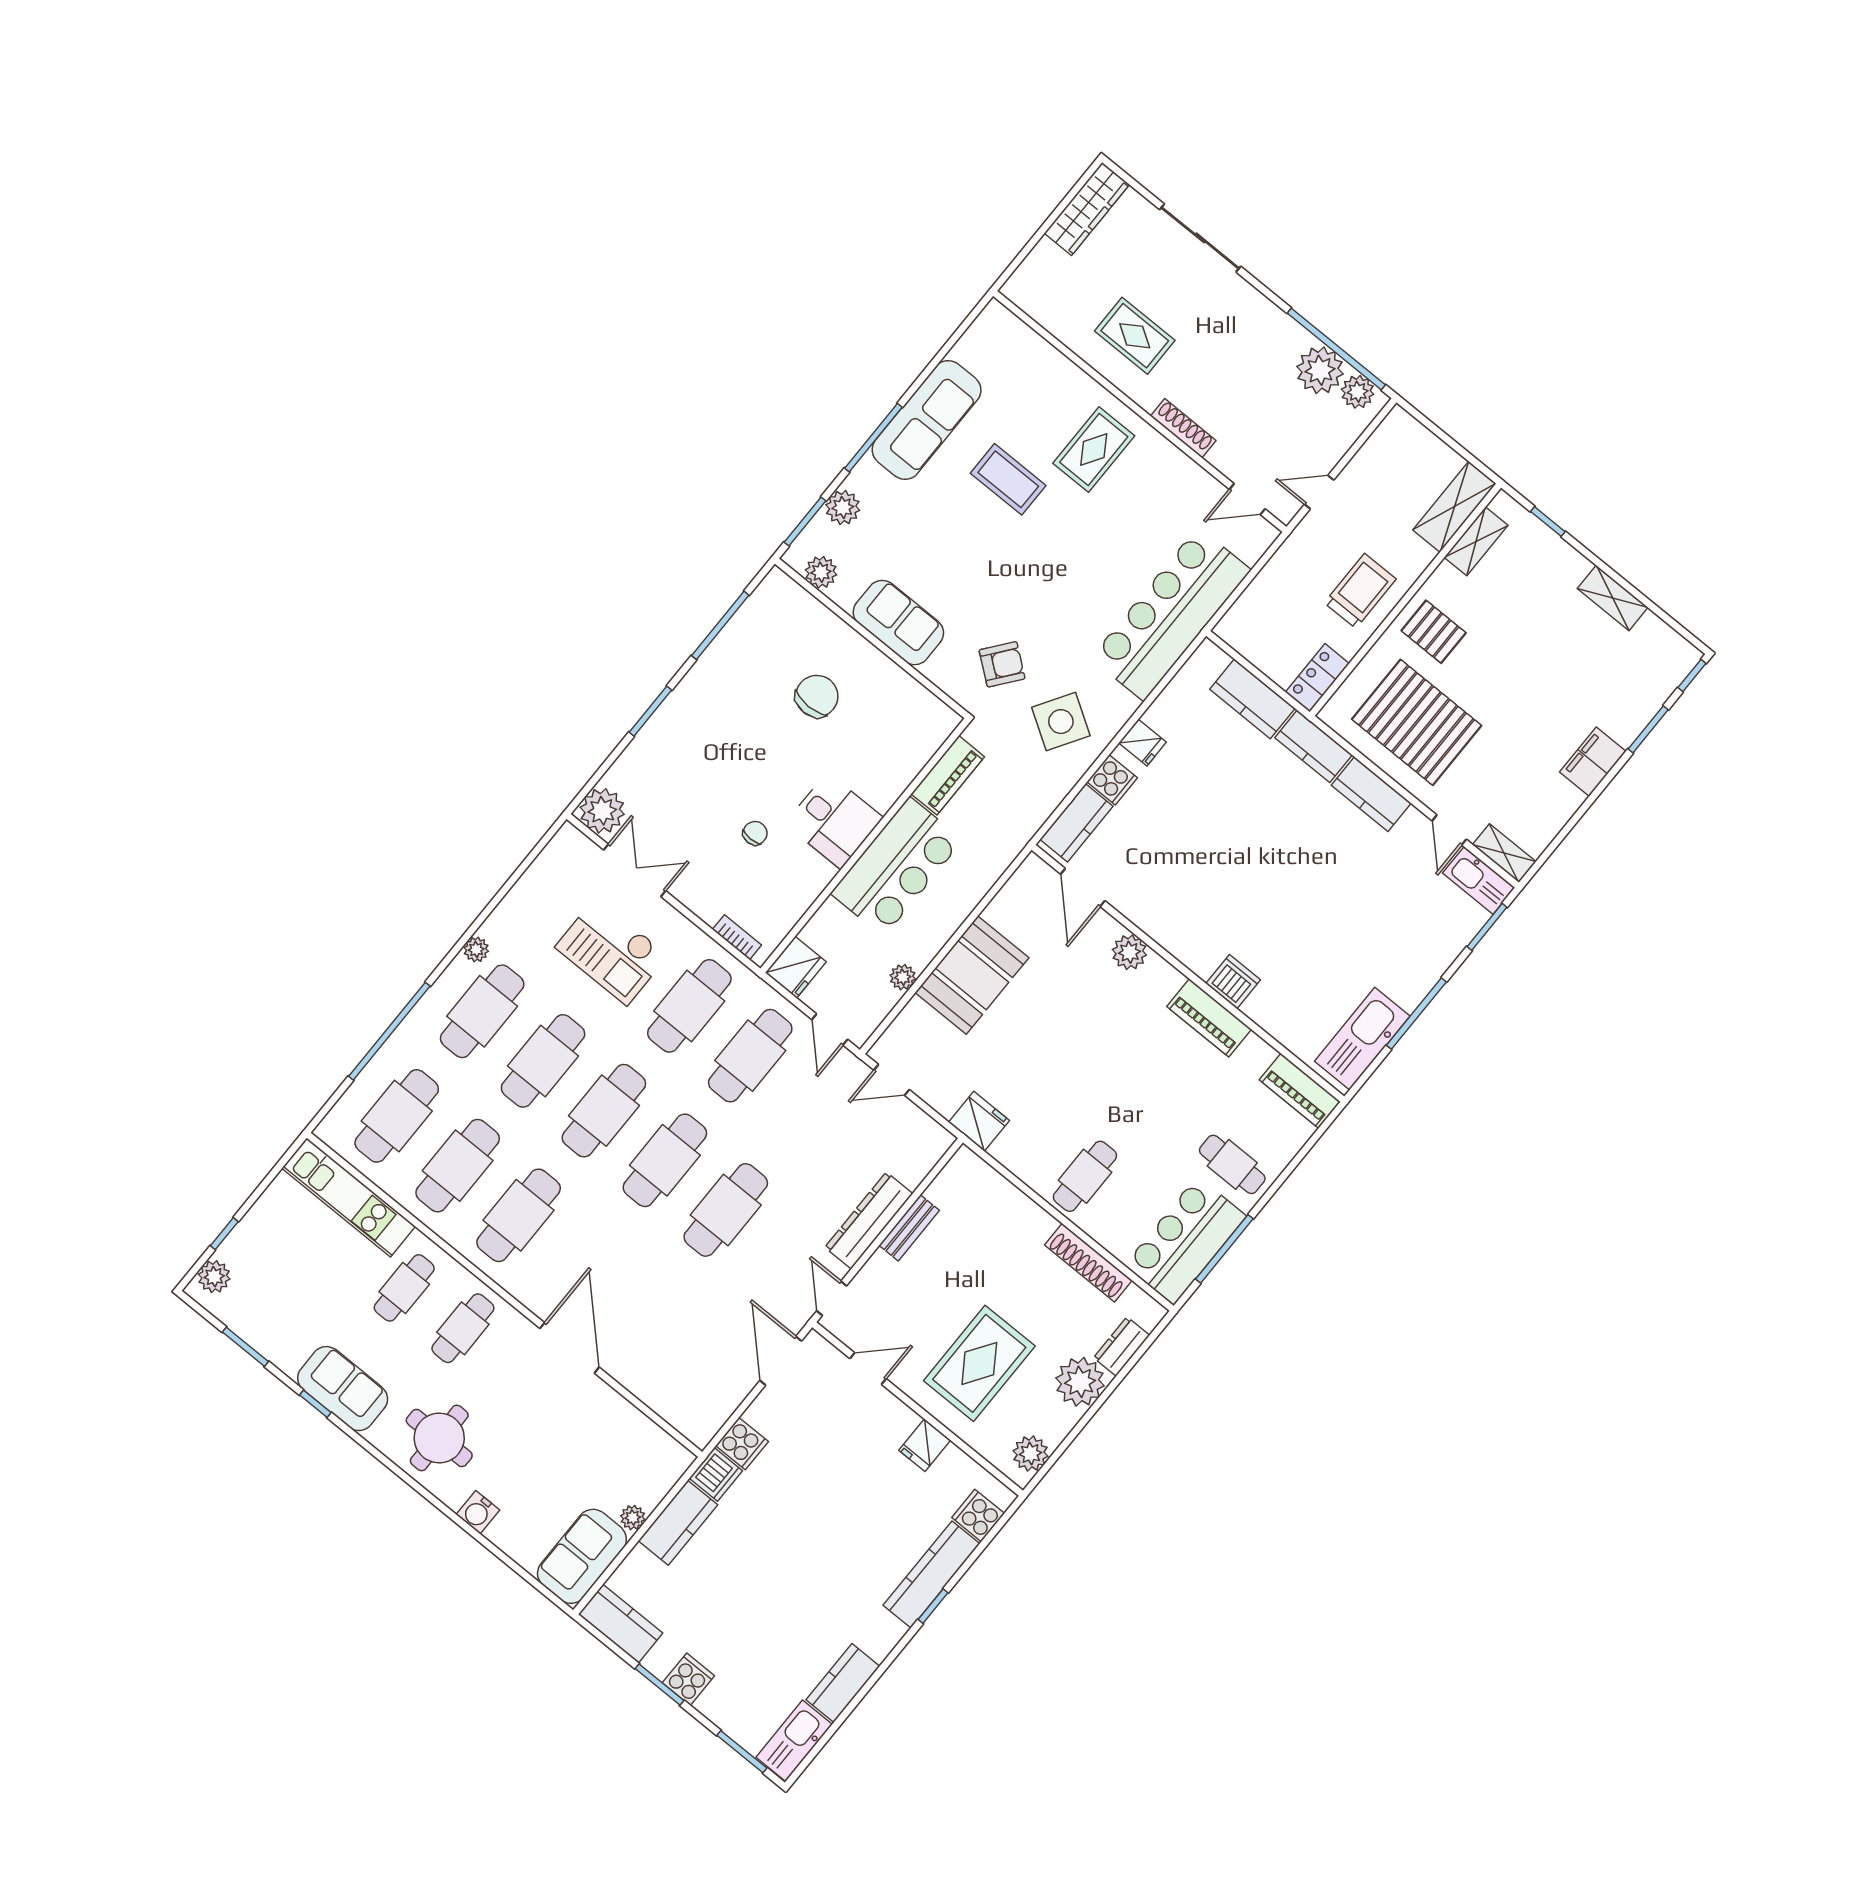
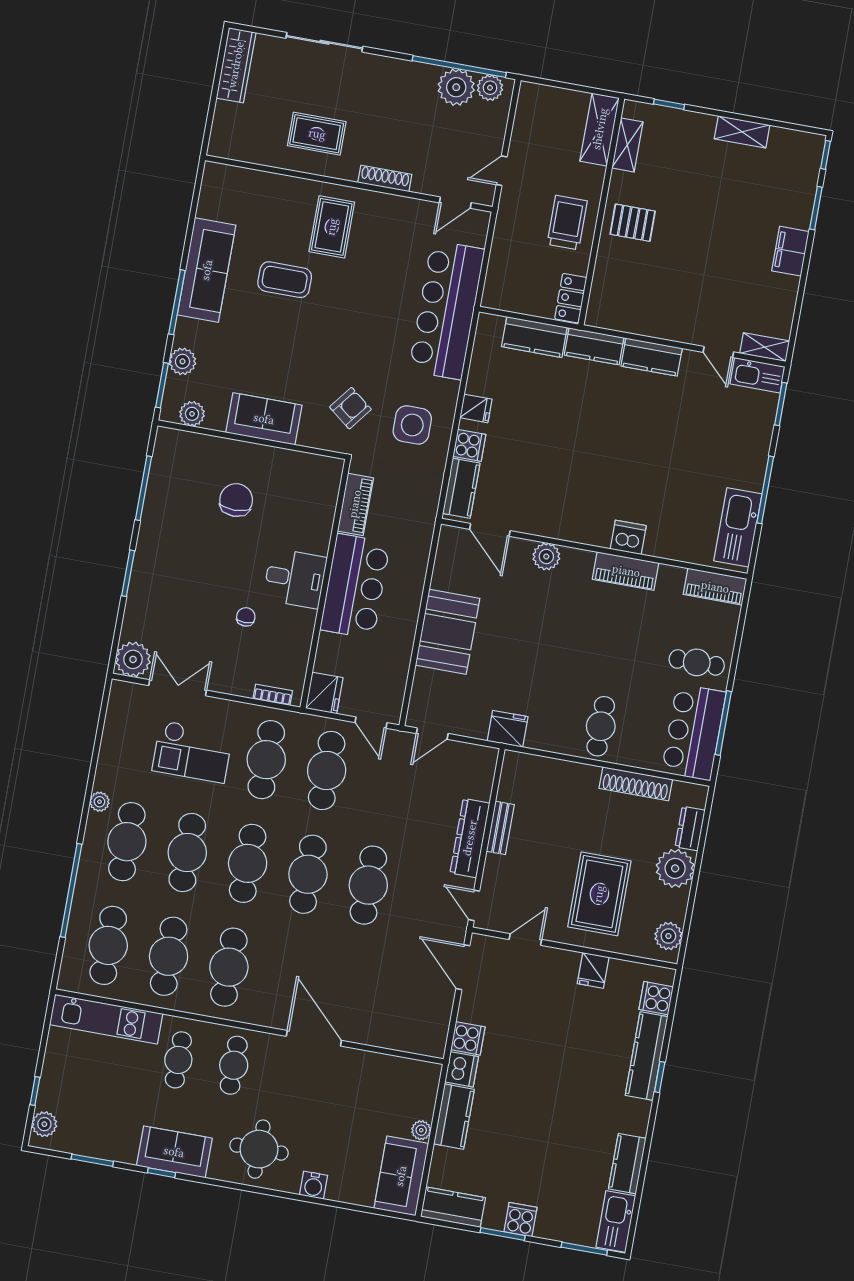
side table: (1061, 722) -> (412, 425), turned -32
pallet: (1417, 722) -> (655, 291), removed
plant: (903, 977) -> (401, 659), removed

